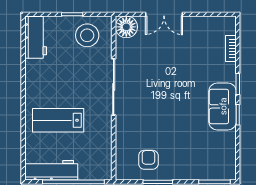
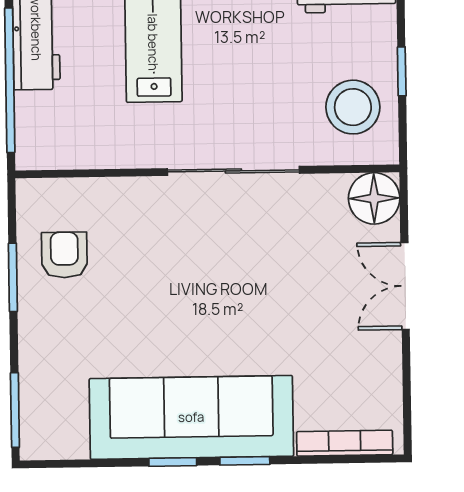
bookcase: (231, 48) -> (345, 443), width x1.56
sofa: (223, 106) -> (191, 417), width x1.85, depth x1.27
armchair: (148, 160) -> (64, 255), turned -90

